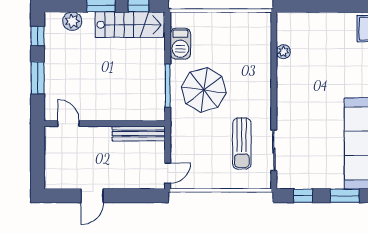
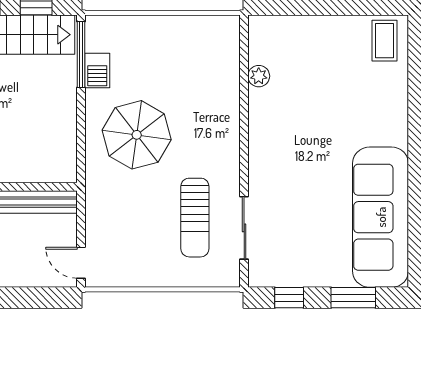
barbecue: (180, 44) -> (97, 70), width x0.73, depth x0.79
window: (168, 86) -> (81, 54), moved
door: (168, 173) -> (81, 263), swing flipped

